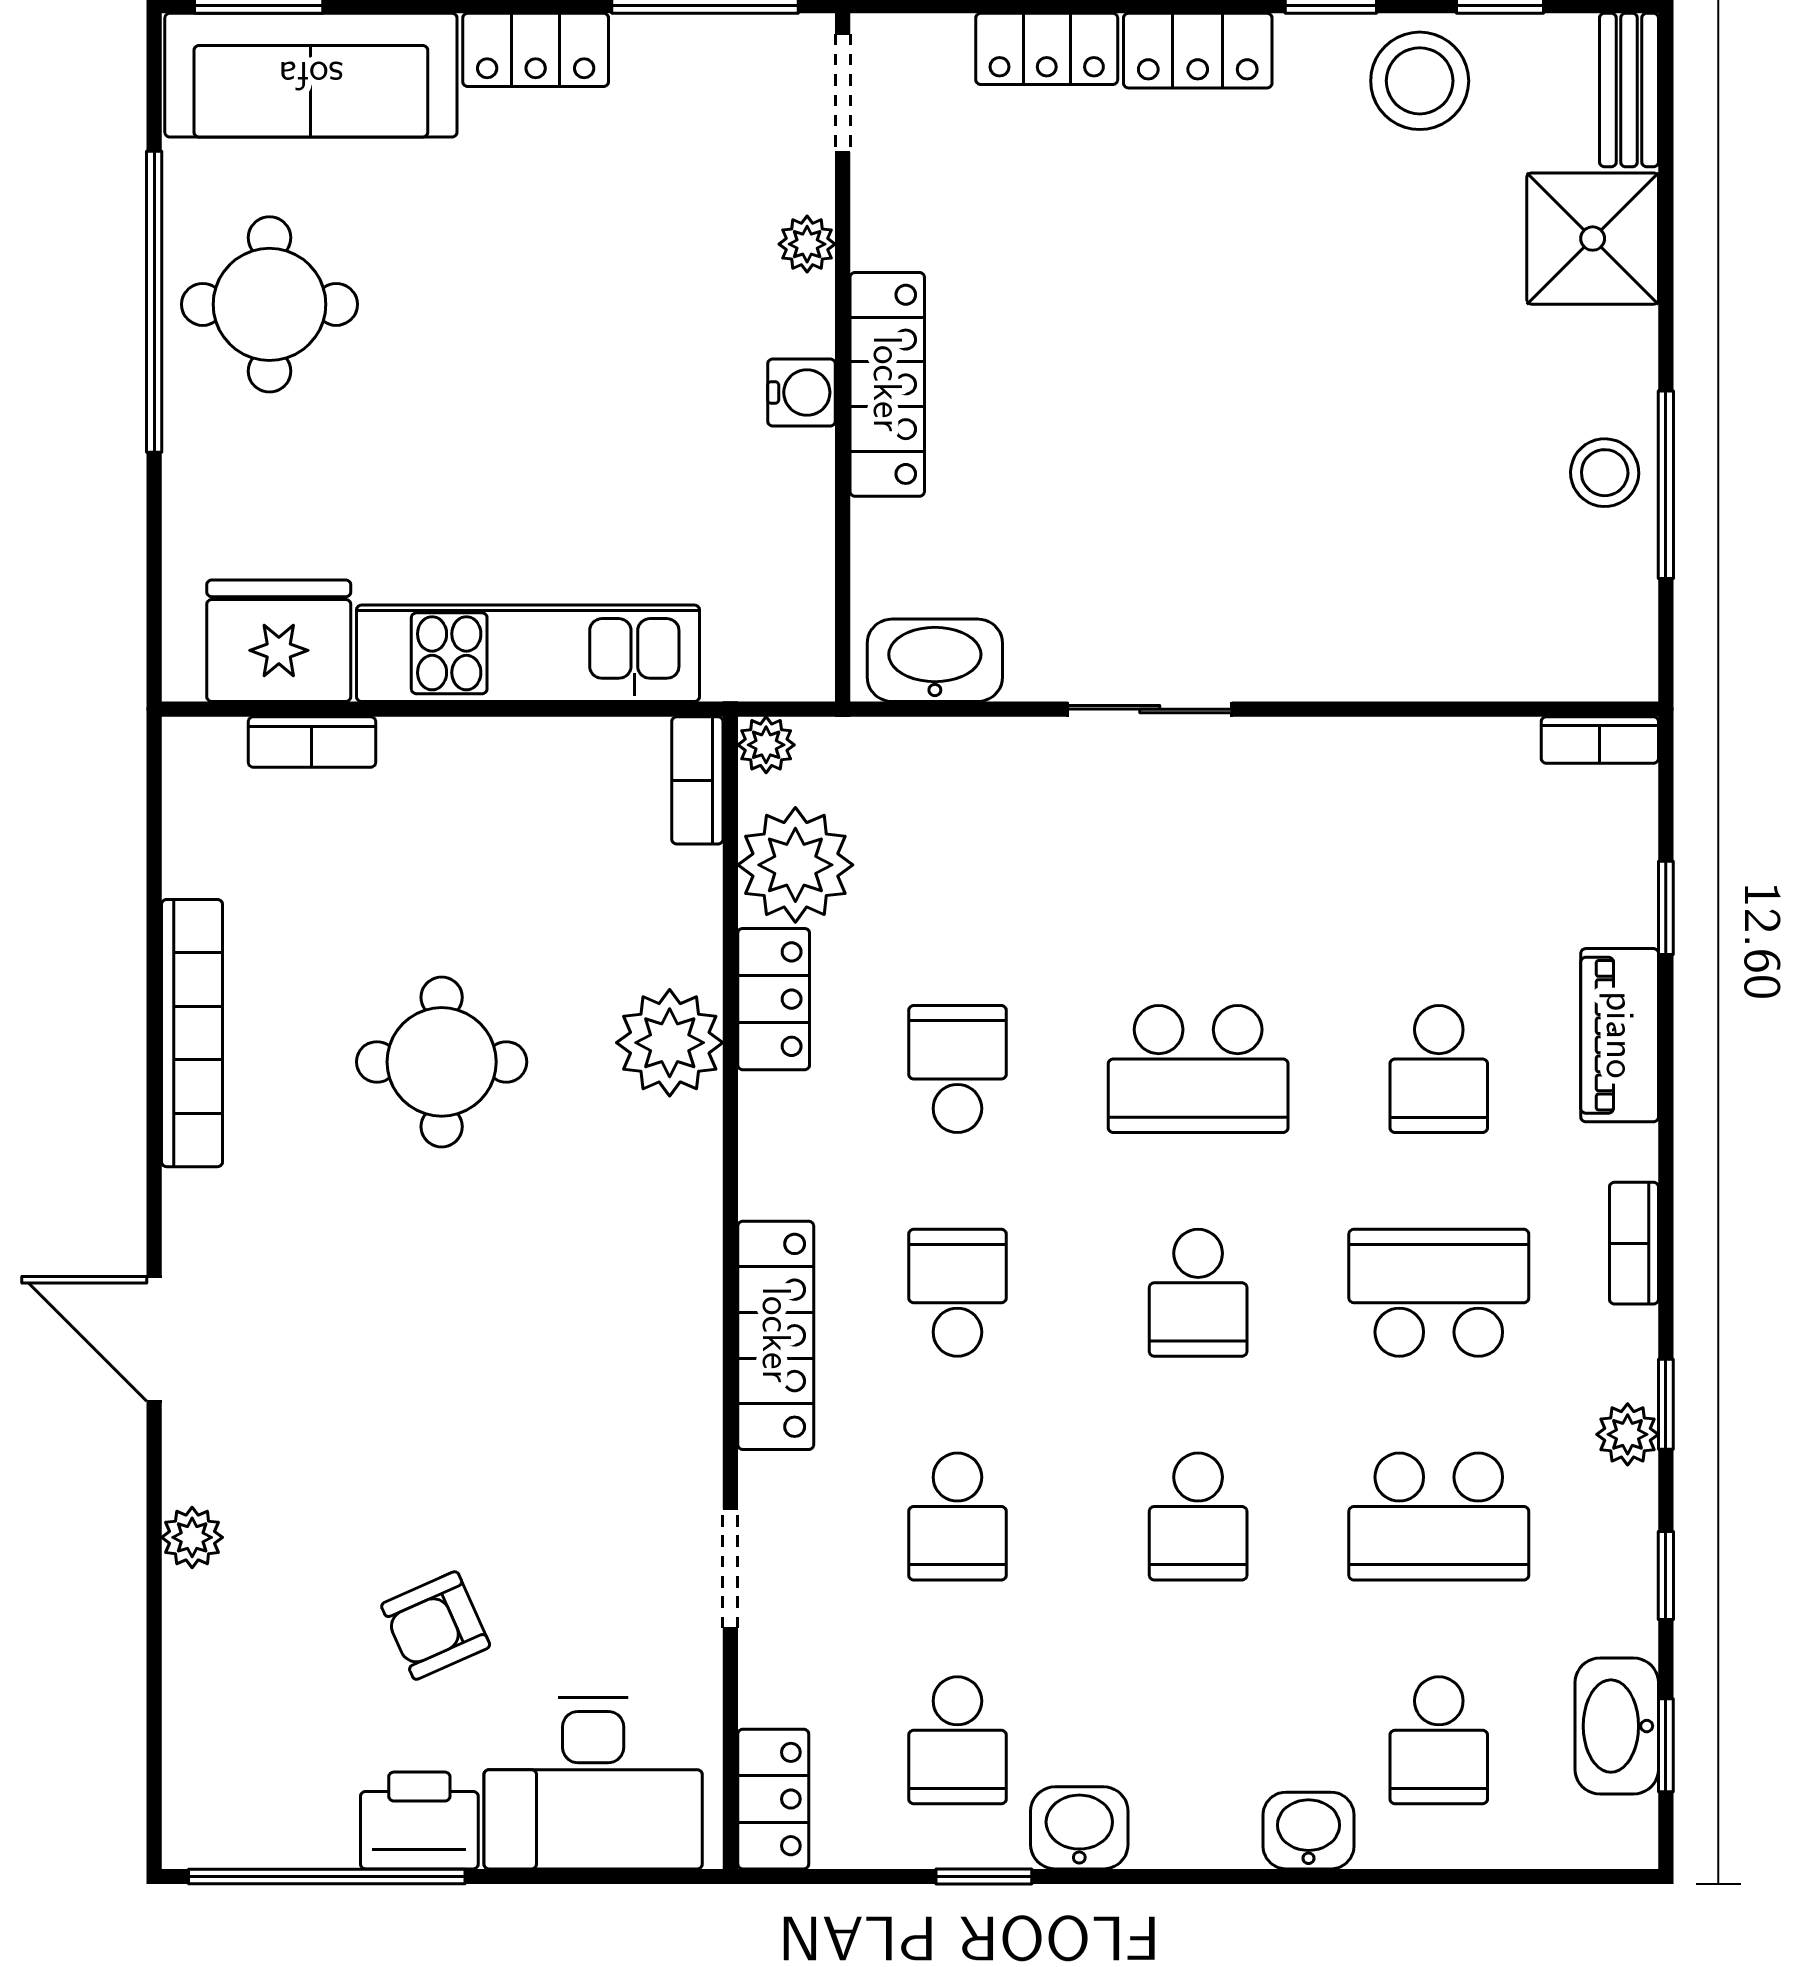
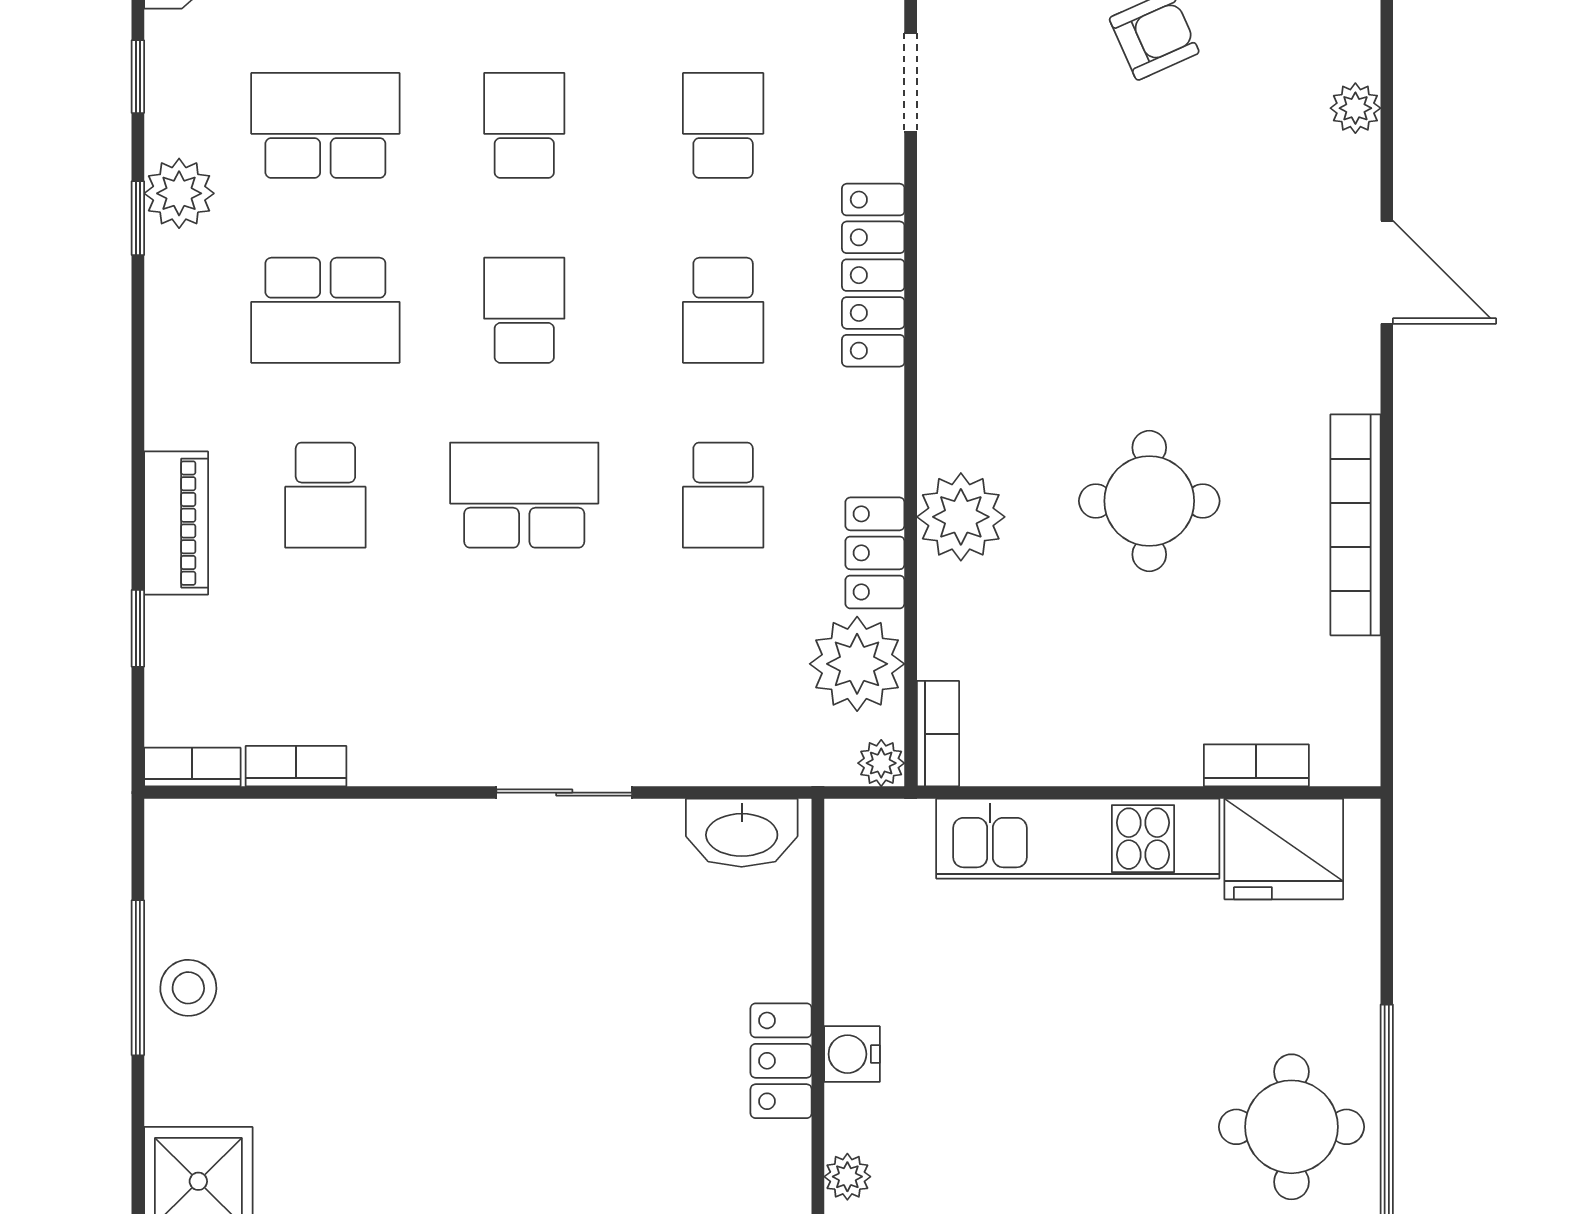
locker: (887, 384) -> (781, 1061), width x0.66
school desk: (1439, 1069) -> (325, 495), turned 180
bookcase: (1634, 1243) -> (296, 766), moved, turned -90
plant: (1628, 1434) -> (179, 193), width x1.38, depth x1.38

